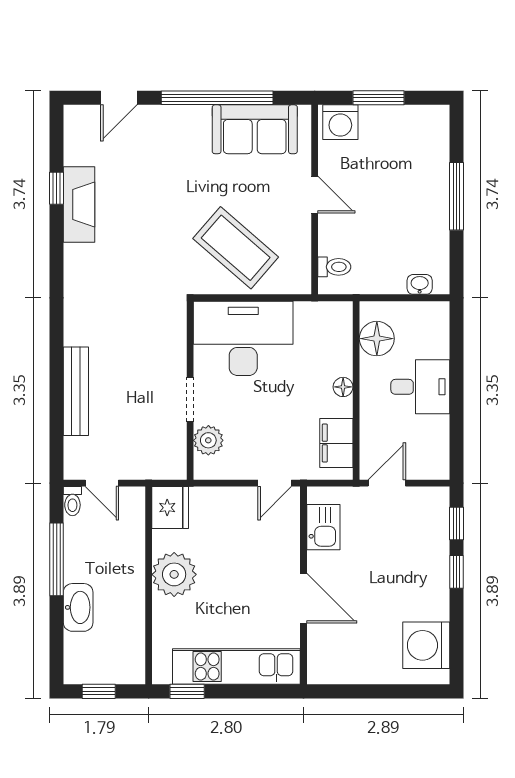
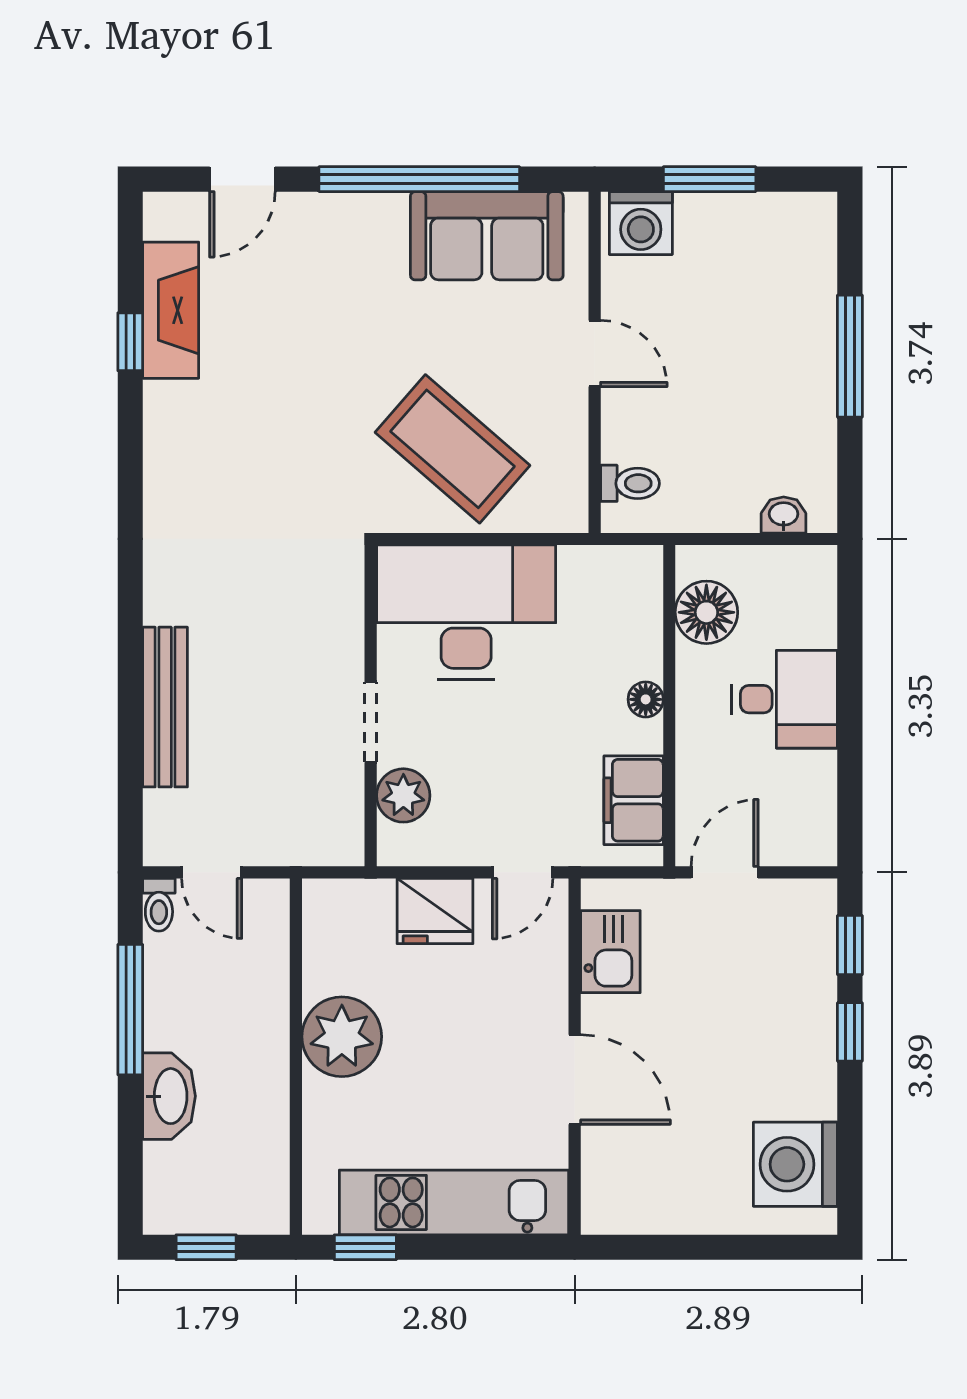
fireplace: (79, 204) -> (171, 310), moved
fridge: (170, 508) -> (435, 911), moved, turned 90

